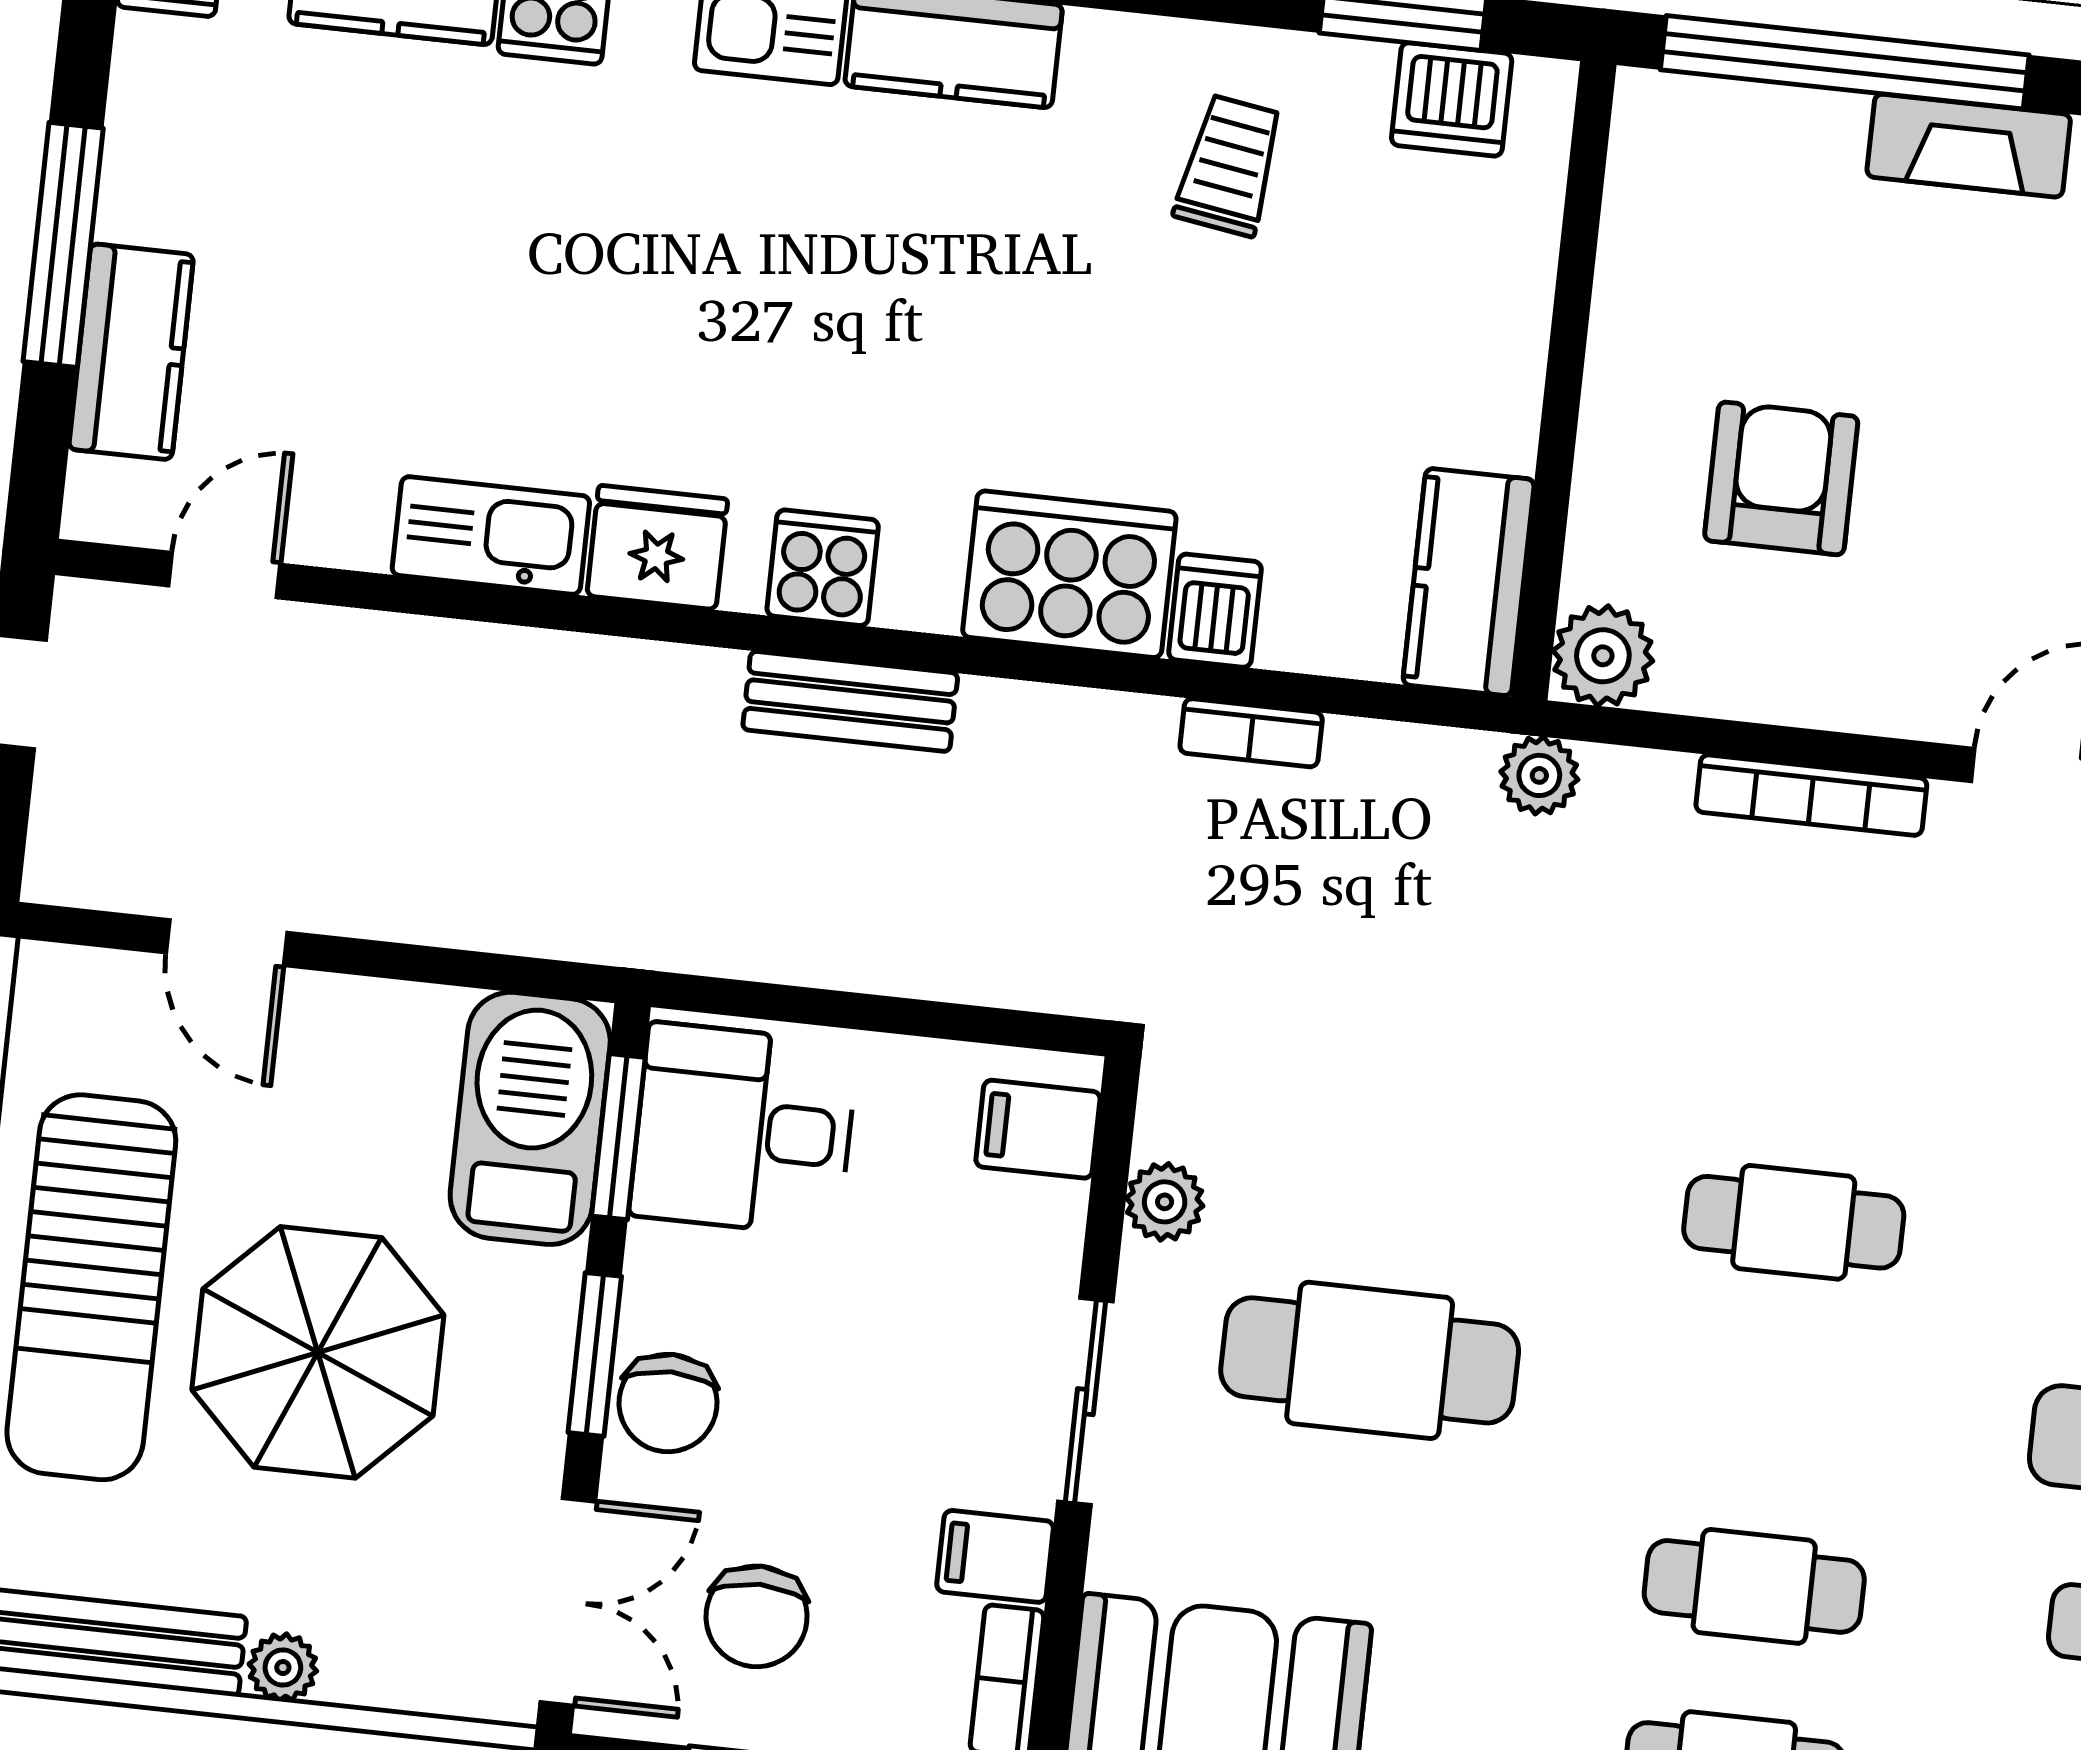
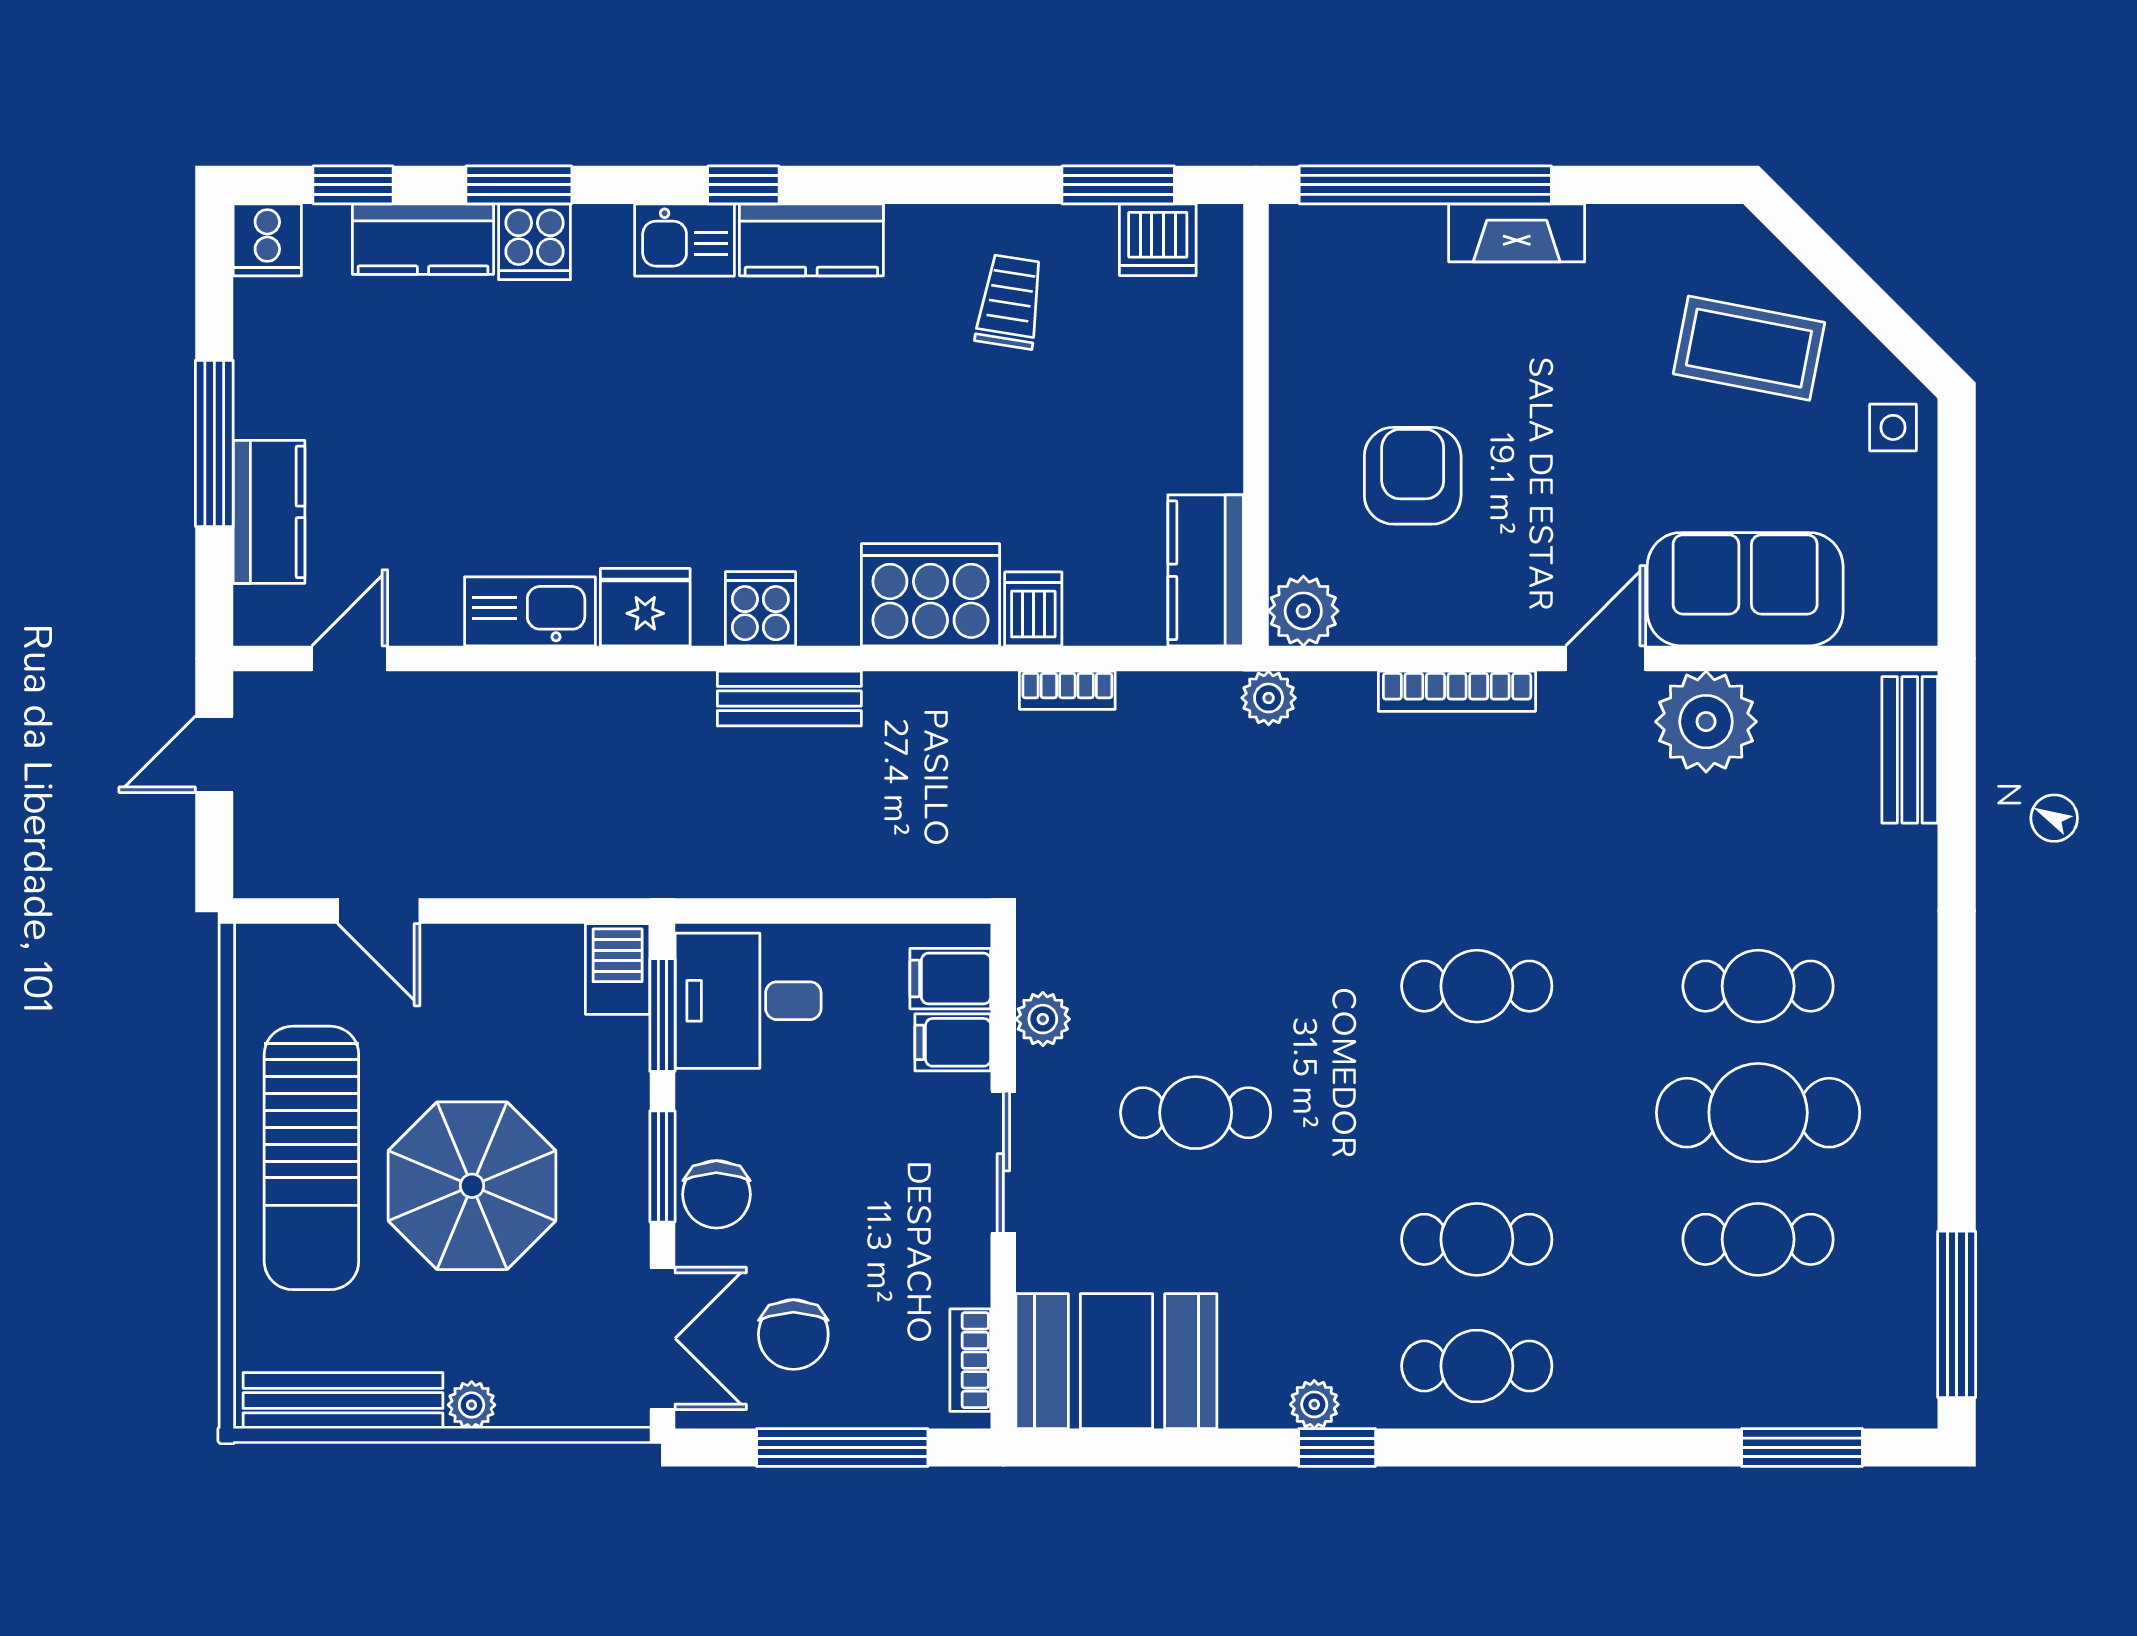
barbecue: (530, 1118) -> (618, 969), width x0.53, depth x0.65
cafe table: (1370, 1360) -> (1196, 1113), width x0.73, depth x0.74
filing cabinet: (995, 1556) -> (953, 1042), moved

